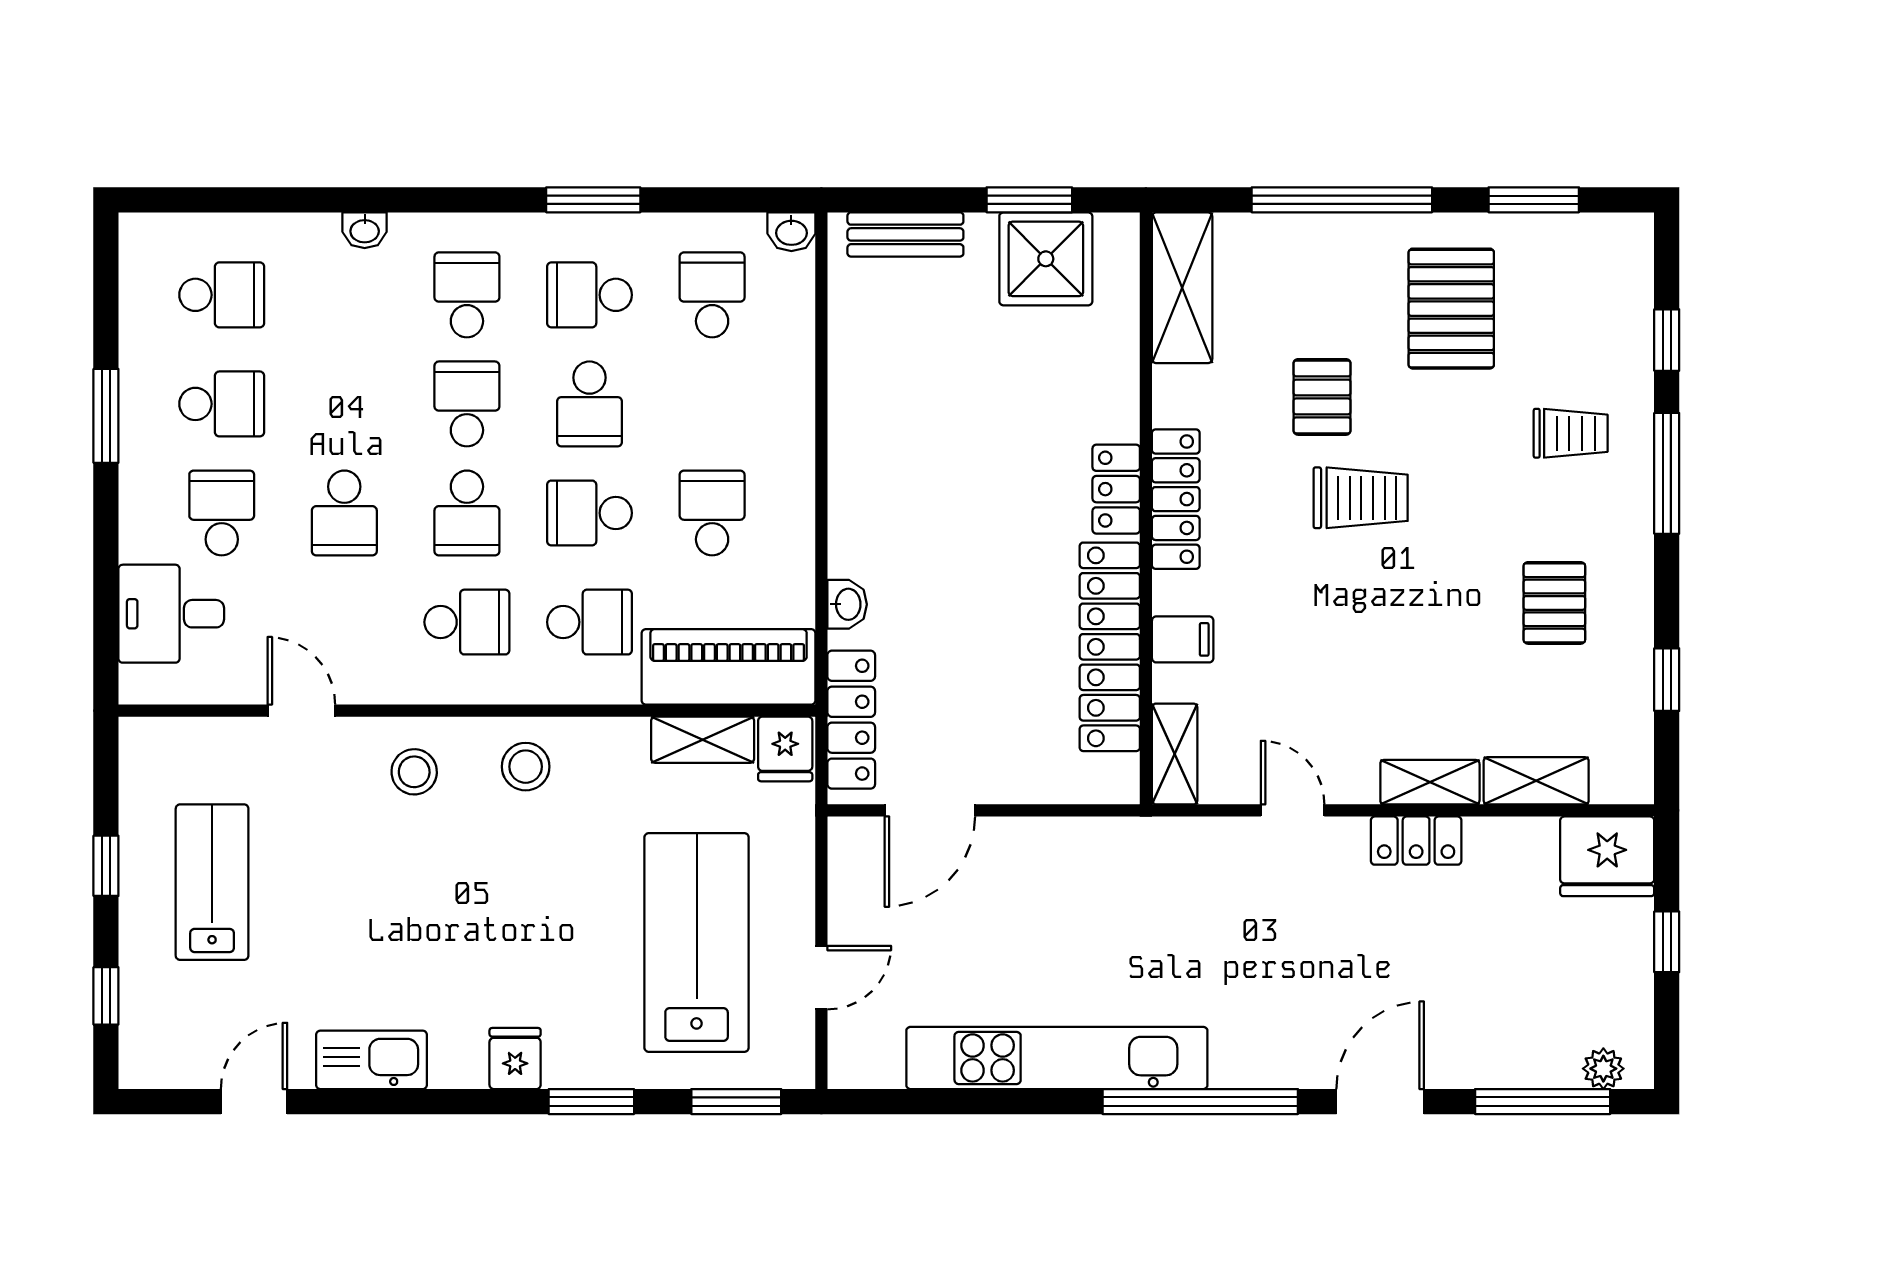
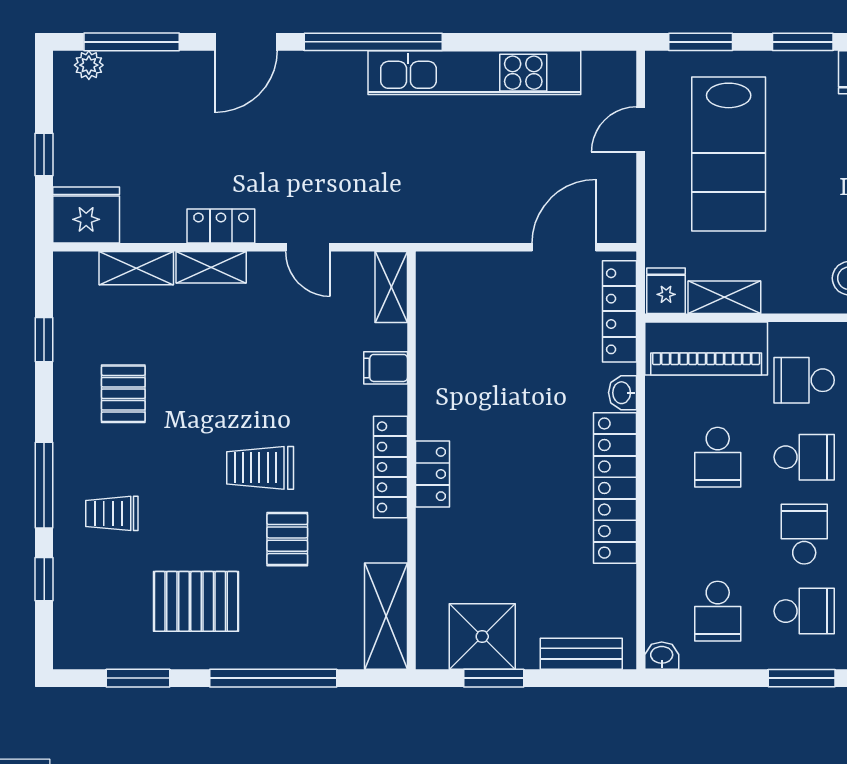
pallet: (1451, 309) -> (196, 601), turned 90
locker: (1110, 647) -> (615, 488), moved, turned 180

